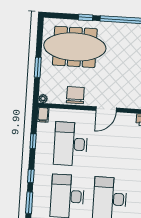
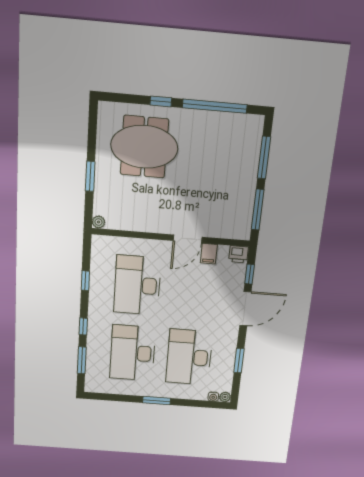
meeting table: (75, 47) -> (144, 147), width x0.73
chair: (75, 95) -> (144, 218), removed
filing cabinet: (43, 115) -> (209, 254), moved

